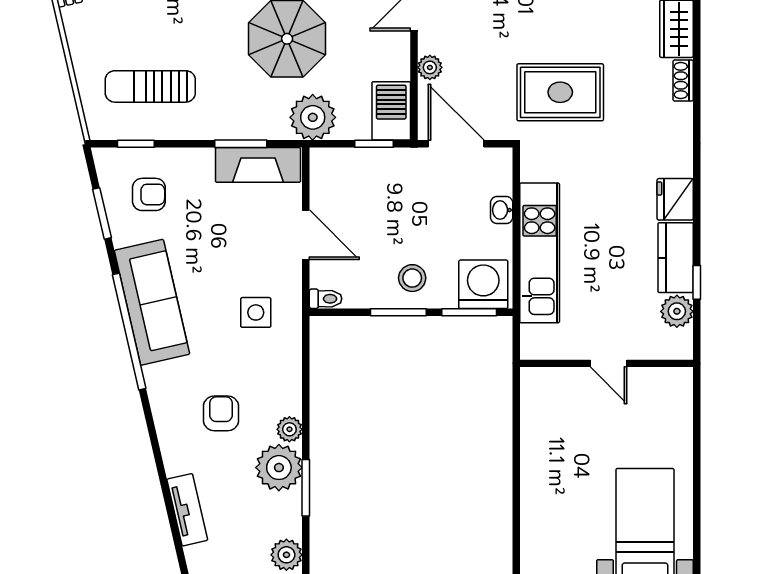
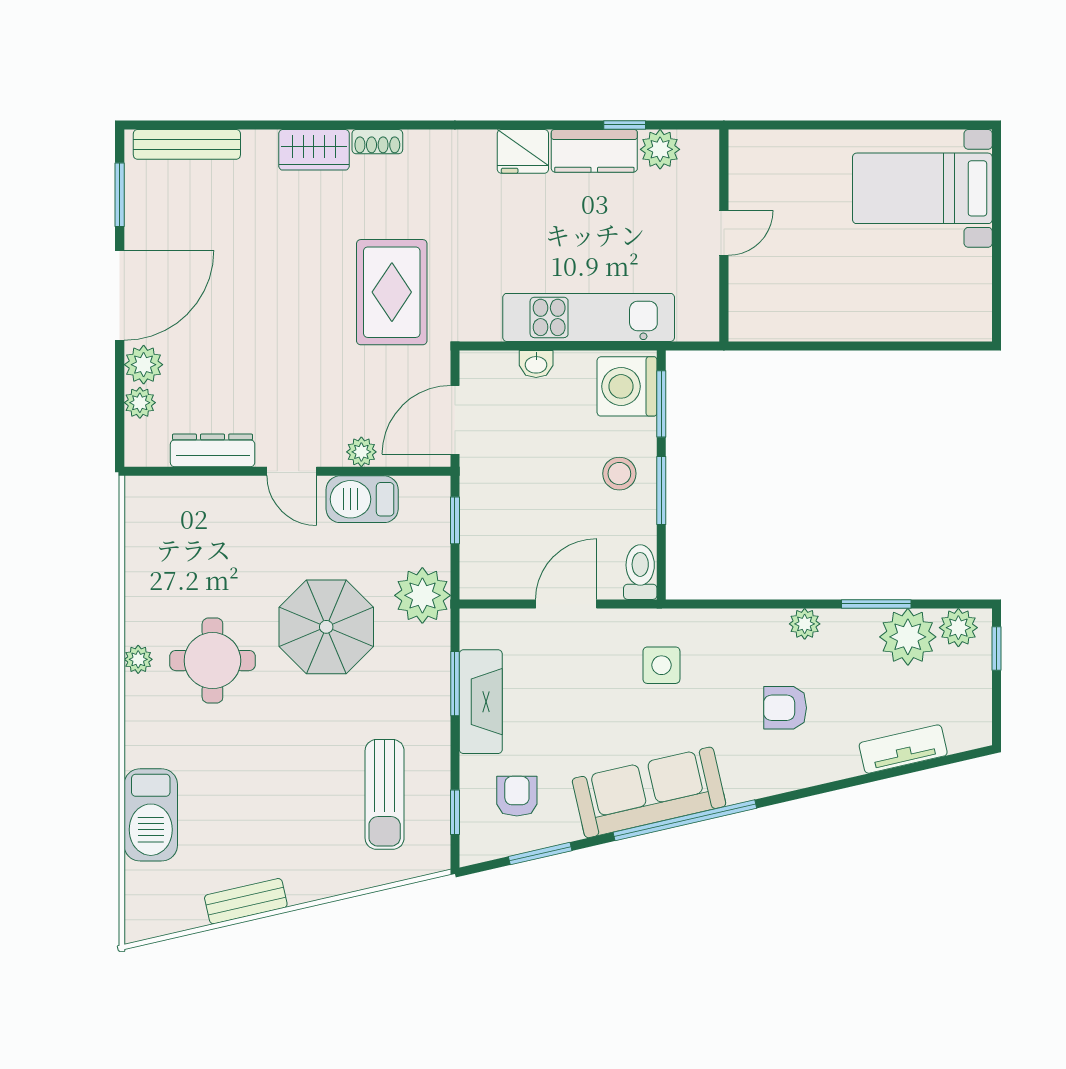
barbecue: (391, 111) -> (362, 499), moved
fireplace: (258, 165) -> (481, 702), moved
toilet: (325, 299) -> (640, 572), width x1.37, depth x1.39
plant: (279, 468) -> (908, 637), moved

